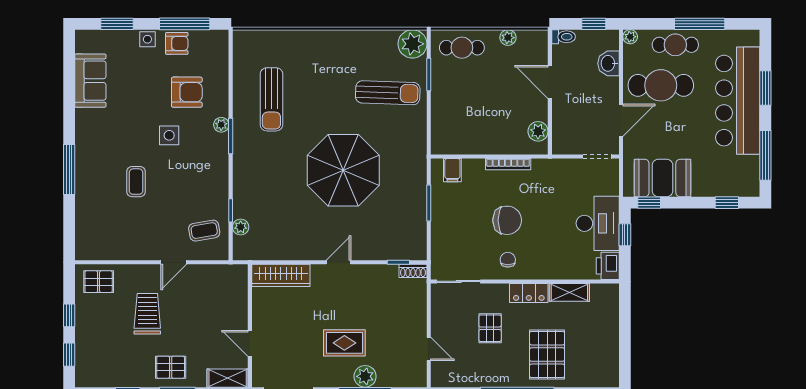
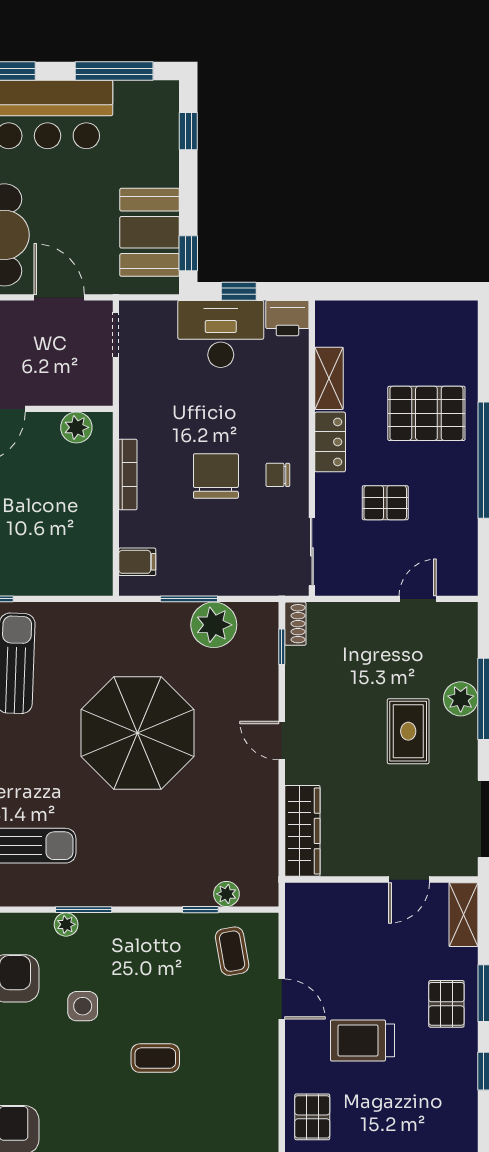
plant: (412, 219) -> (214, 625), added

